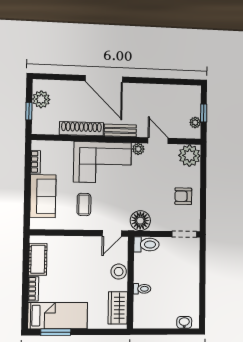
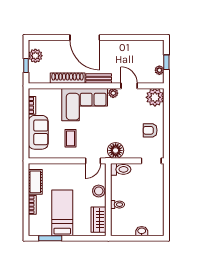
bed: (58, 316) -> (62, 213), moved, turned -90
washbasin: (184, 322) -> (142, 231), moved

